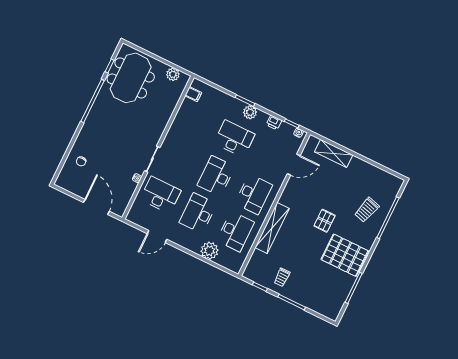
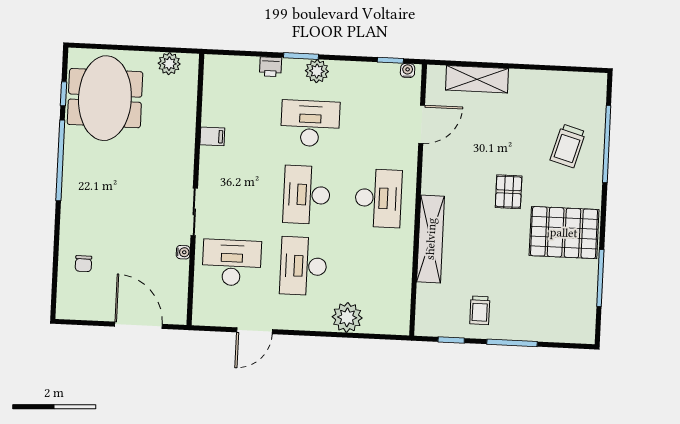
filing cabinet: (193, 94) -> (212, 136), moved
printer: (274, 123) -> (271, 67), moved
desk: (235, 231) -> (375, 269), removed

